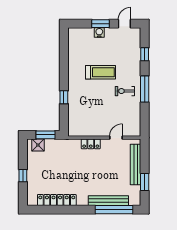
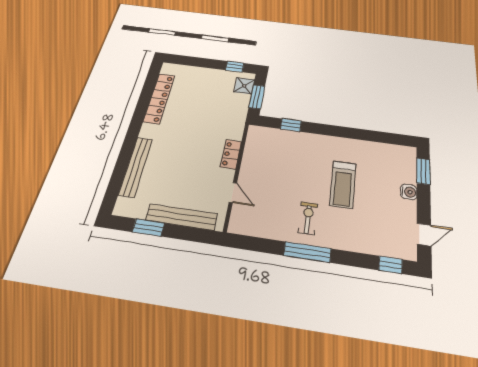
window: (100, 24) -> (423, 171), moved
door: (124, 24) -> (424, 235), hinge flipped
window: (145, 54) -> (391, 265), moved
window: (64, 97) -> (291, 125), moved
window: (23, 176) -> (235, 67), moved
window: (114, 210) -> (119, 173), removed

